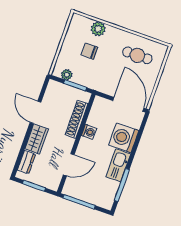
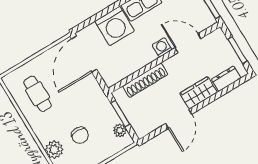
washing machine: (89, 132) -> (162, 47), moved

